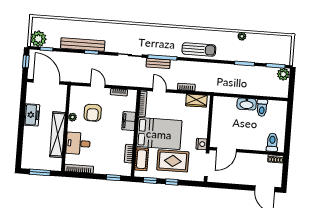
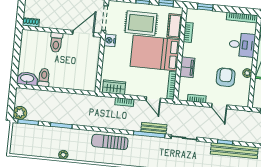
washbasin: (247, 104) -> (27, 79), moved
toilet: (272, 142) -> (56, 42), moved

